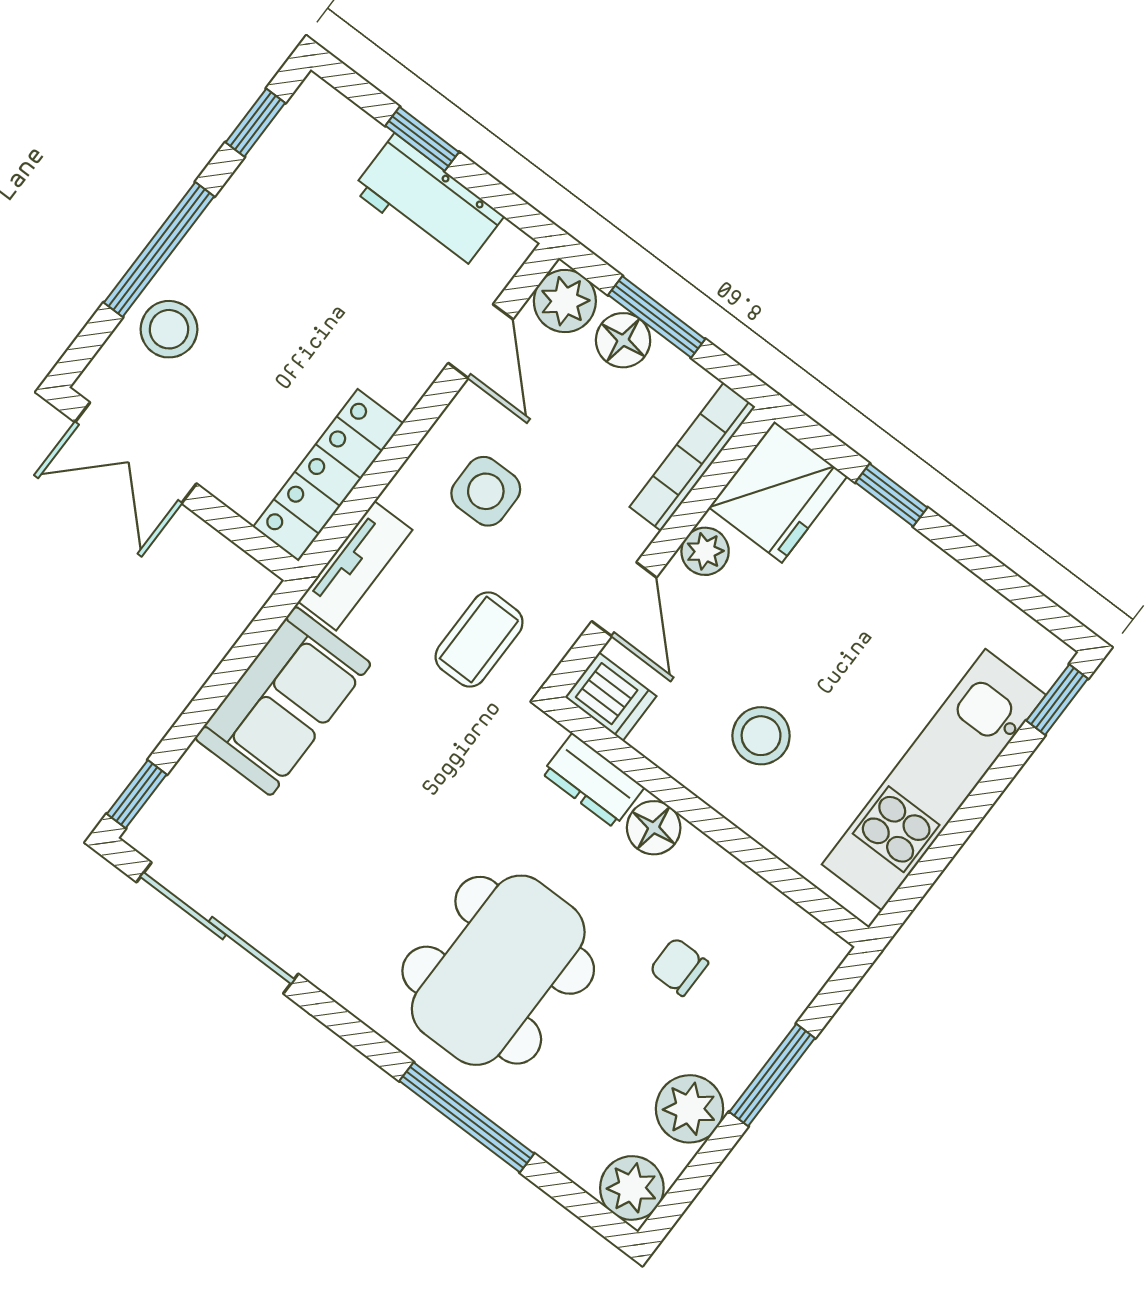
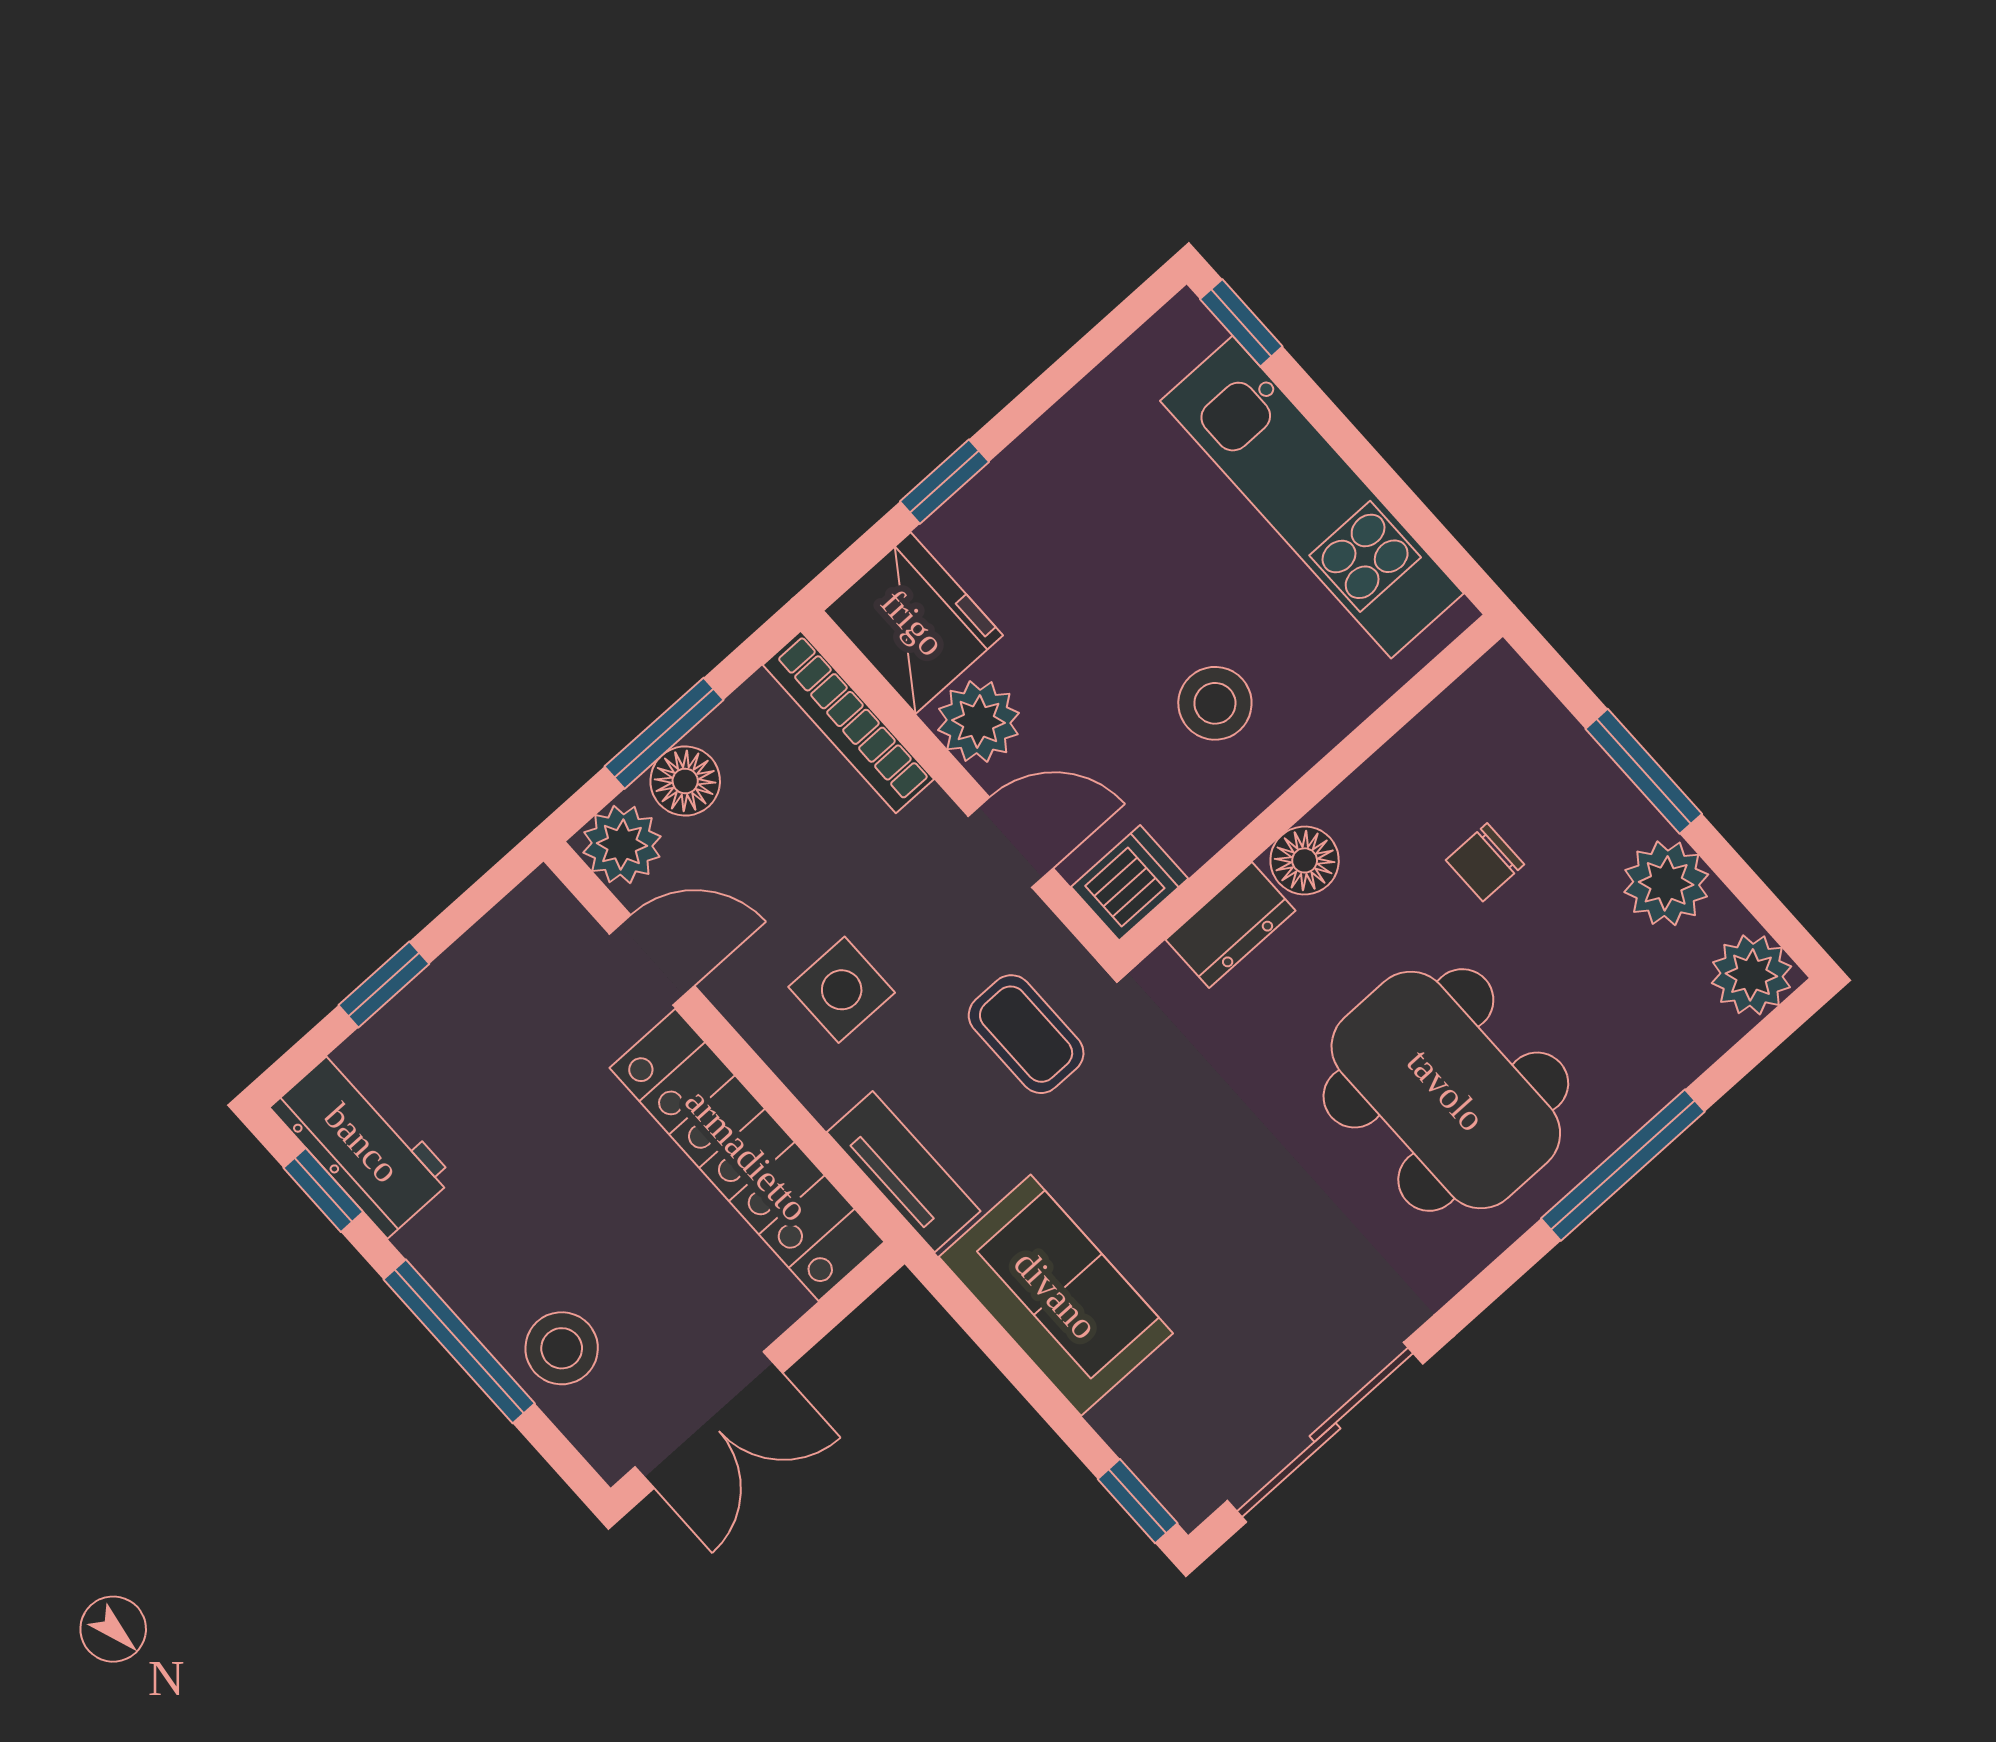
workbench: (428, 203) -> (362, 1143), moved, turned -90
locker: (328, 475) -> (747, 1155), width x1.41, depth x1.21
plant: (705, 551) -> (978, 721), width x1.38, depth x1.38

